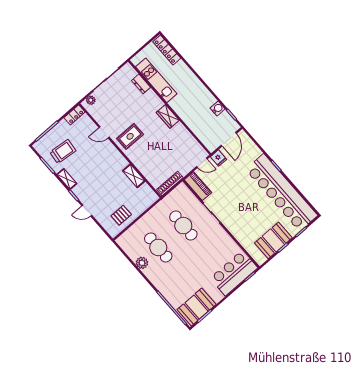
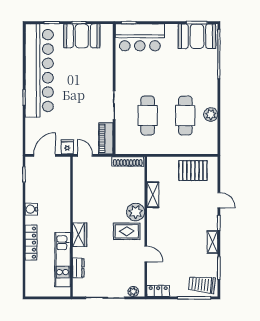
locker: (167, 50) -> (31, 243), moved
water cooler: (218, 108) -> (31, 209), moved
wardrobe: (168, 116) -> (80, 235), moved
trolley: (63, 151) -> (202, 284), moved
plant: (135, 154) -> (136, 212), added
pallet: (121, 215) -> (193, 171), width x1.50, depth x1.42

